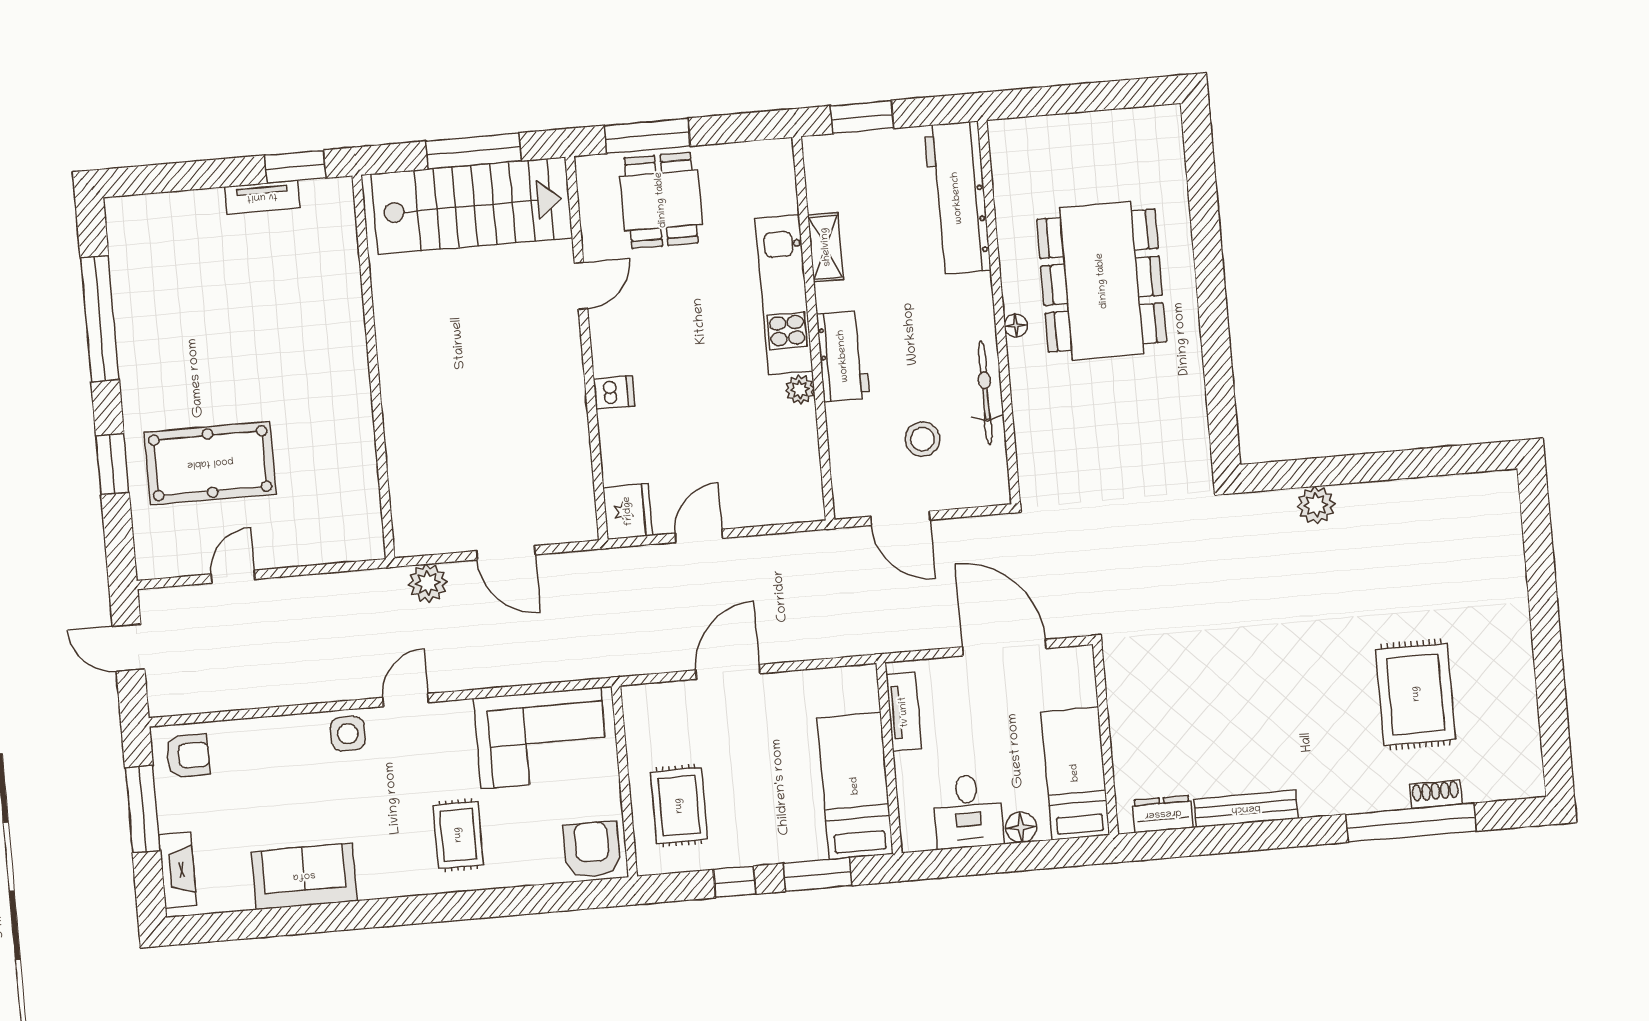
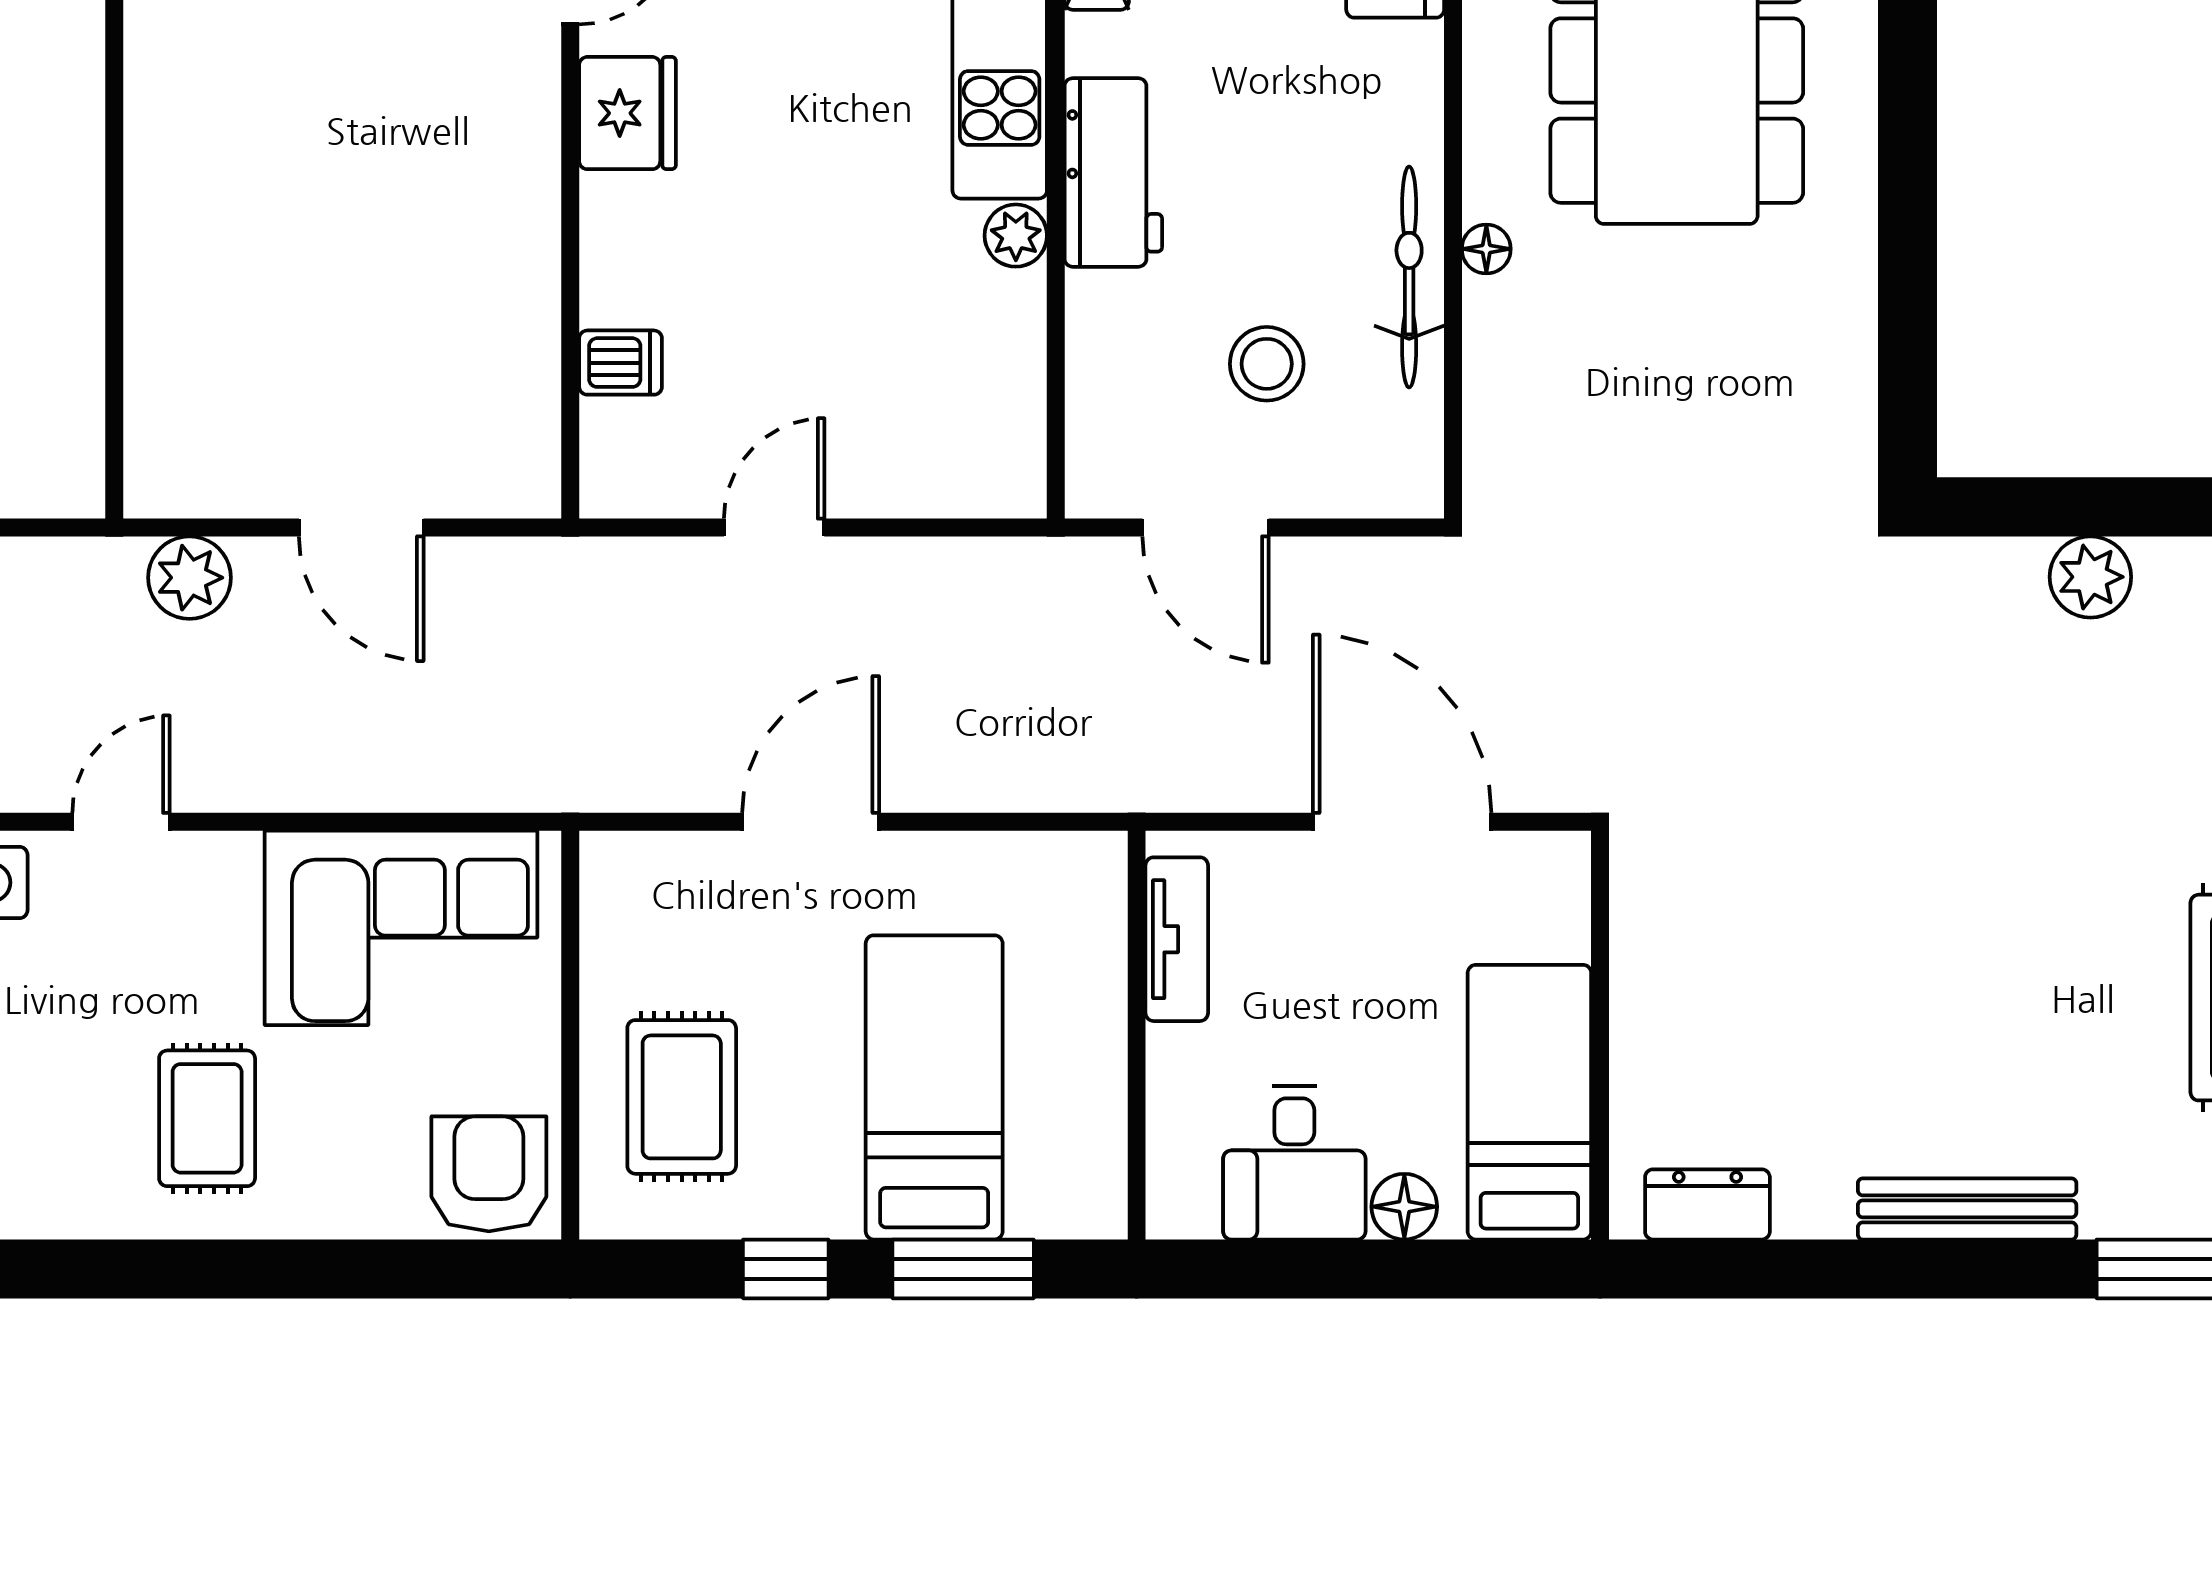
floor lamp: (1016, 326) -> (1486, 249), moved
dishwasher: (614, 392) -> (621, 363), moved
fridge: (628, 511) -> (627, 113), moved
bed: (855, 786) -> (934, 1087), moved
bench: (1246, 809) -> (1967, 1209), moved

